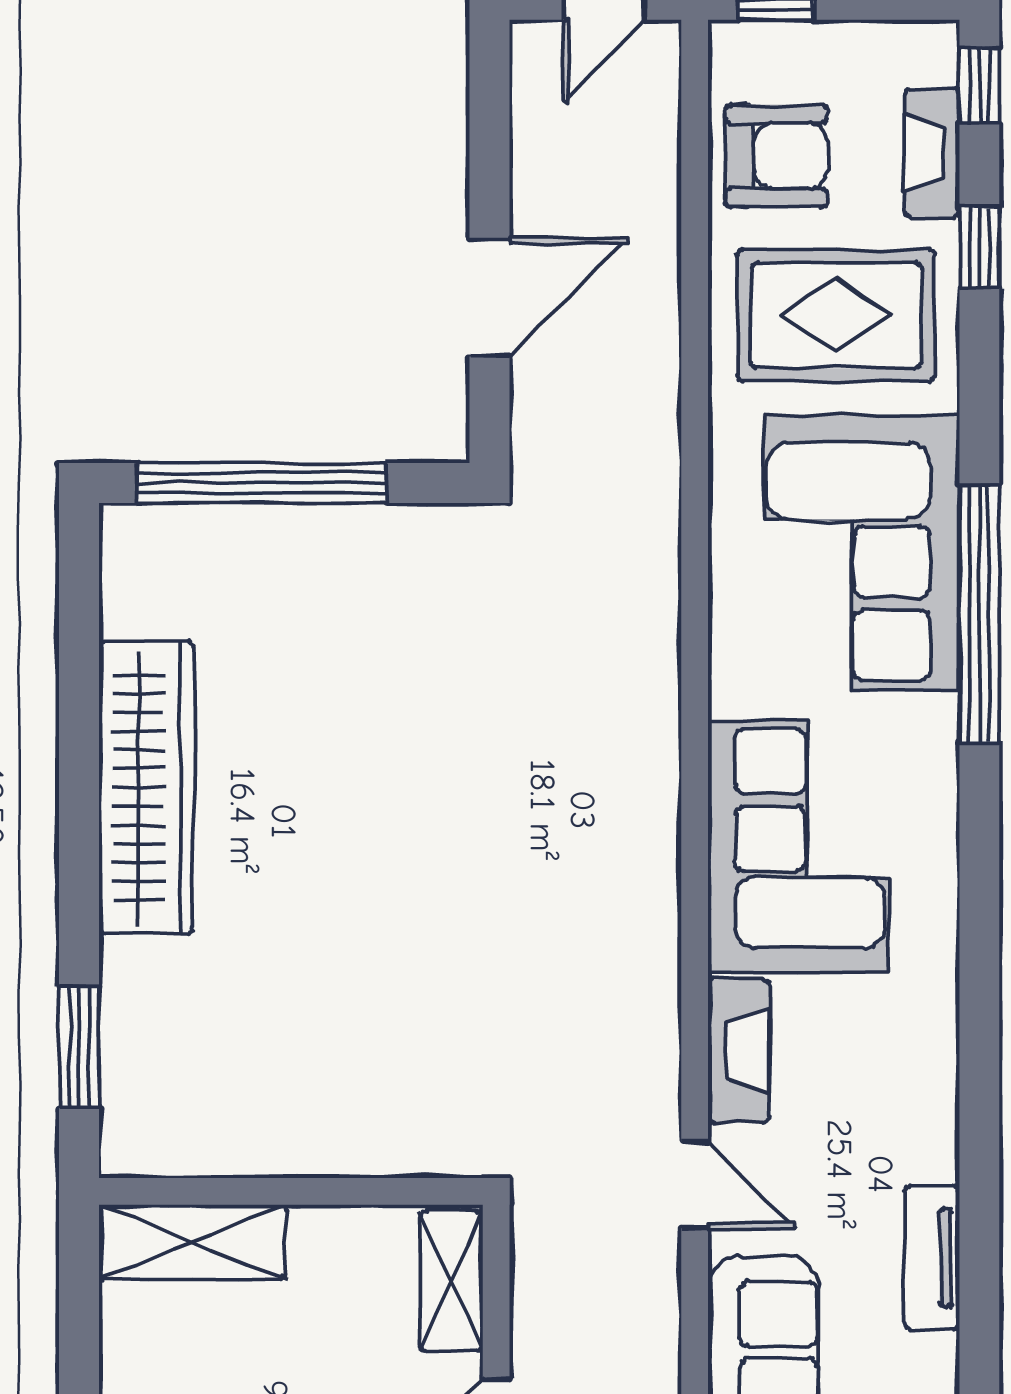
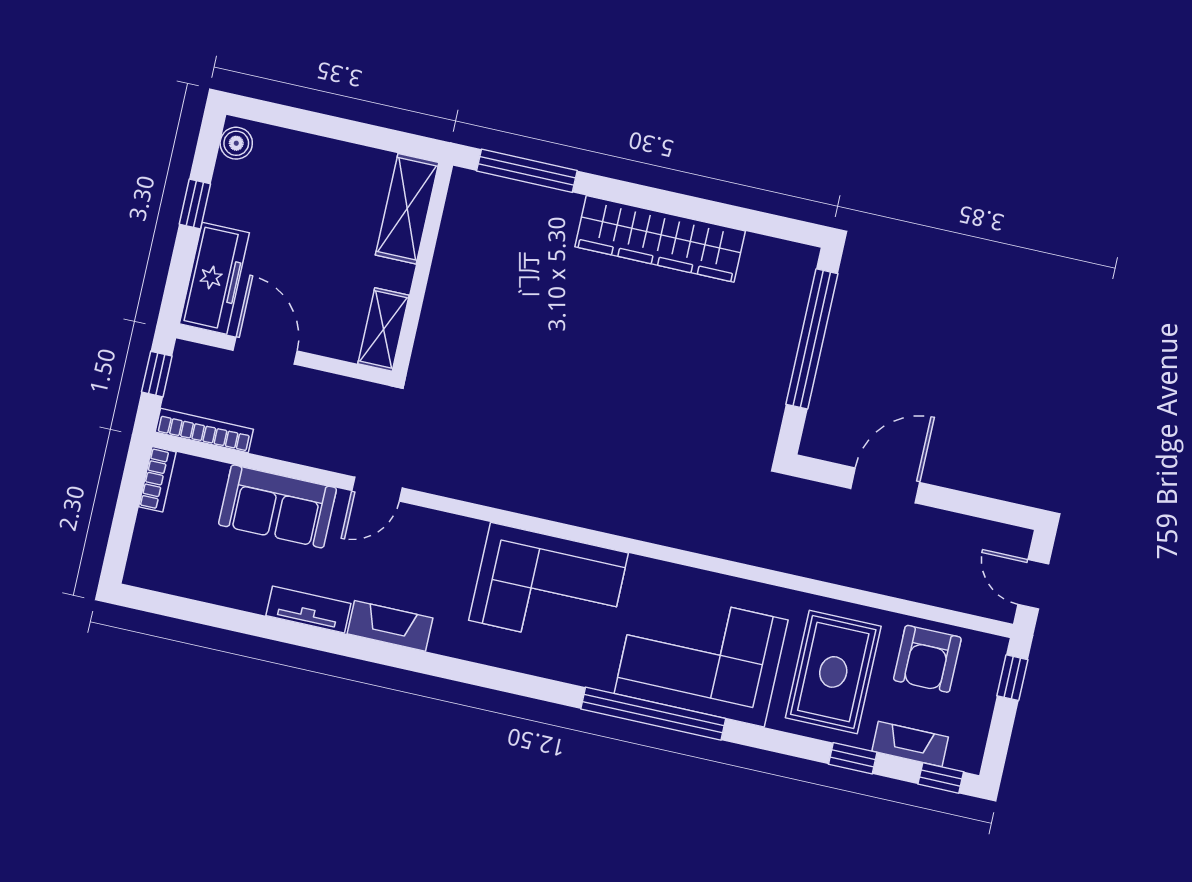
door: (490, 297) -> (885, 485), swing flipped
window: (79, 1047) -> (527, 171), width x1.44
fireplace: (739, 1050) -> (390, 626), moved, turned 180
shelving: (451, 1281) -> (383, 329), moved, turned 90

